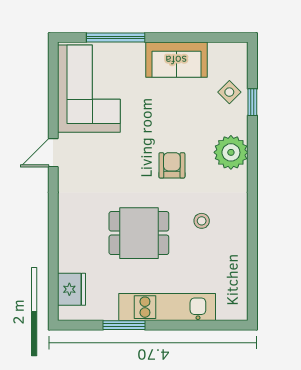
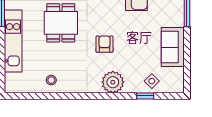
armchair: (172, 165) -> (104, 44), turned -90
stool: (202, 221) -> (51, 80), moved

